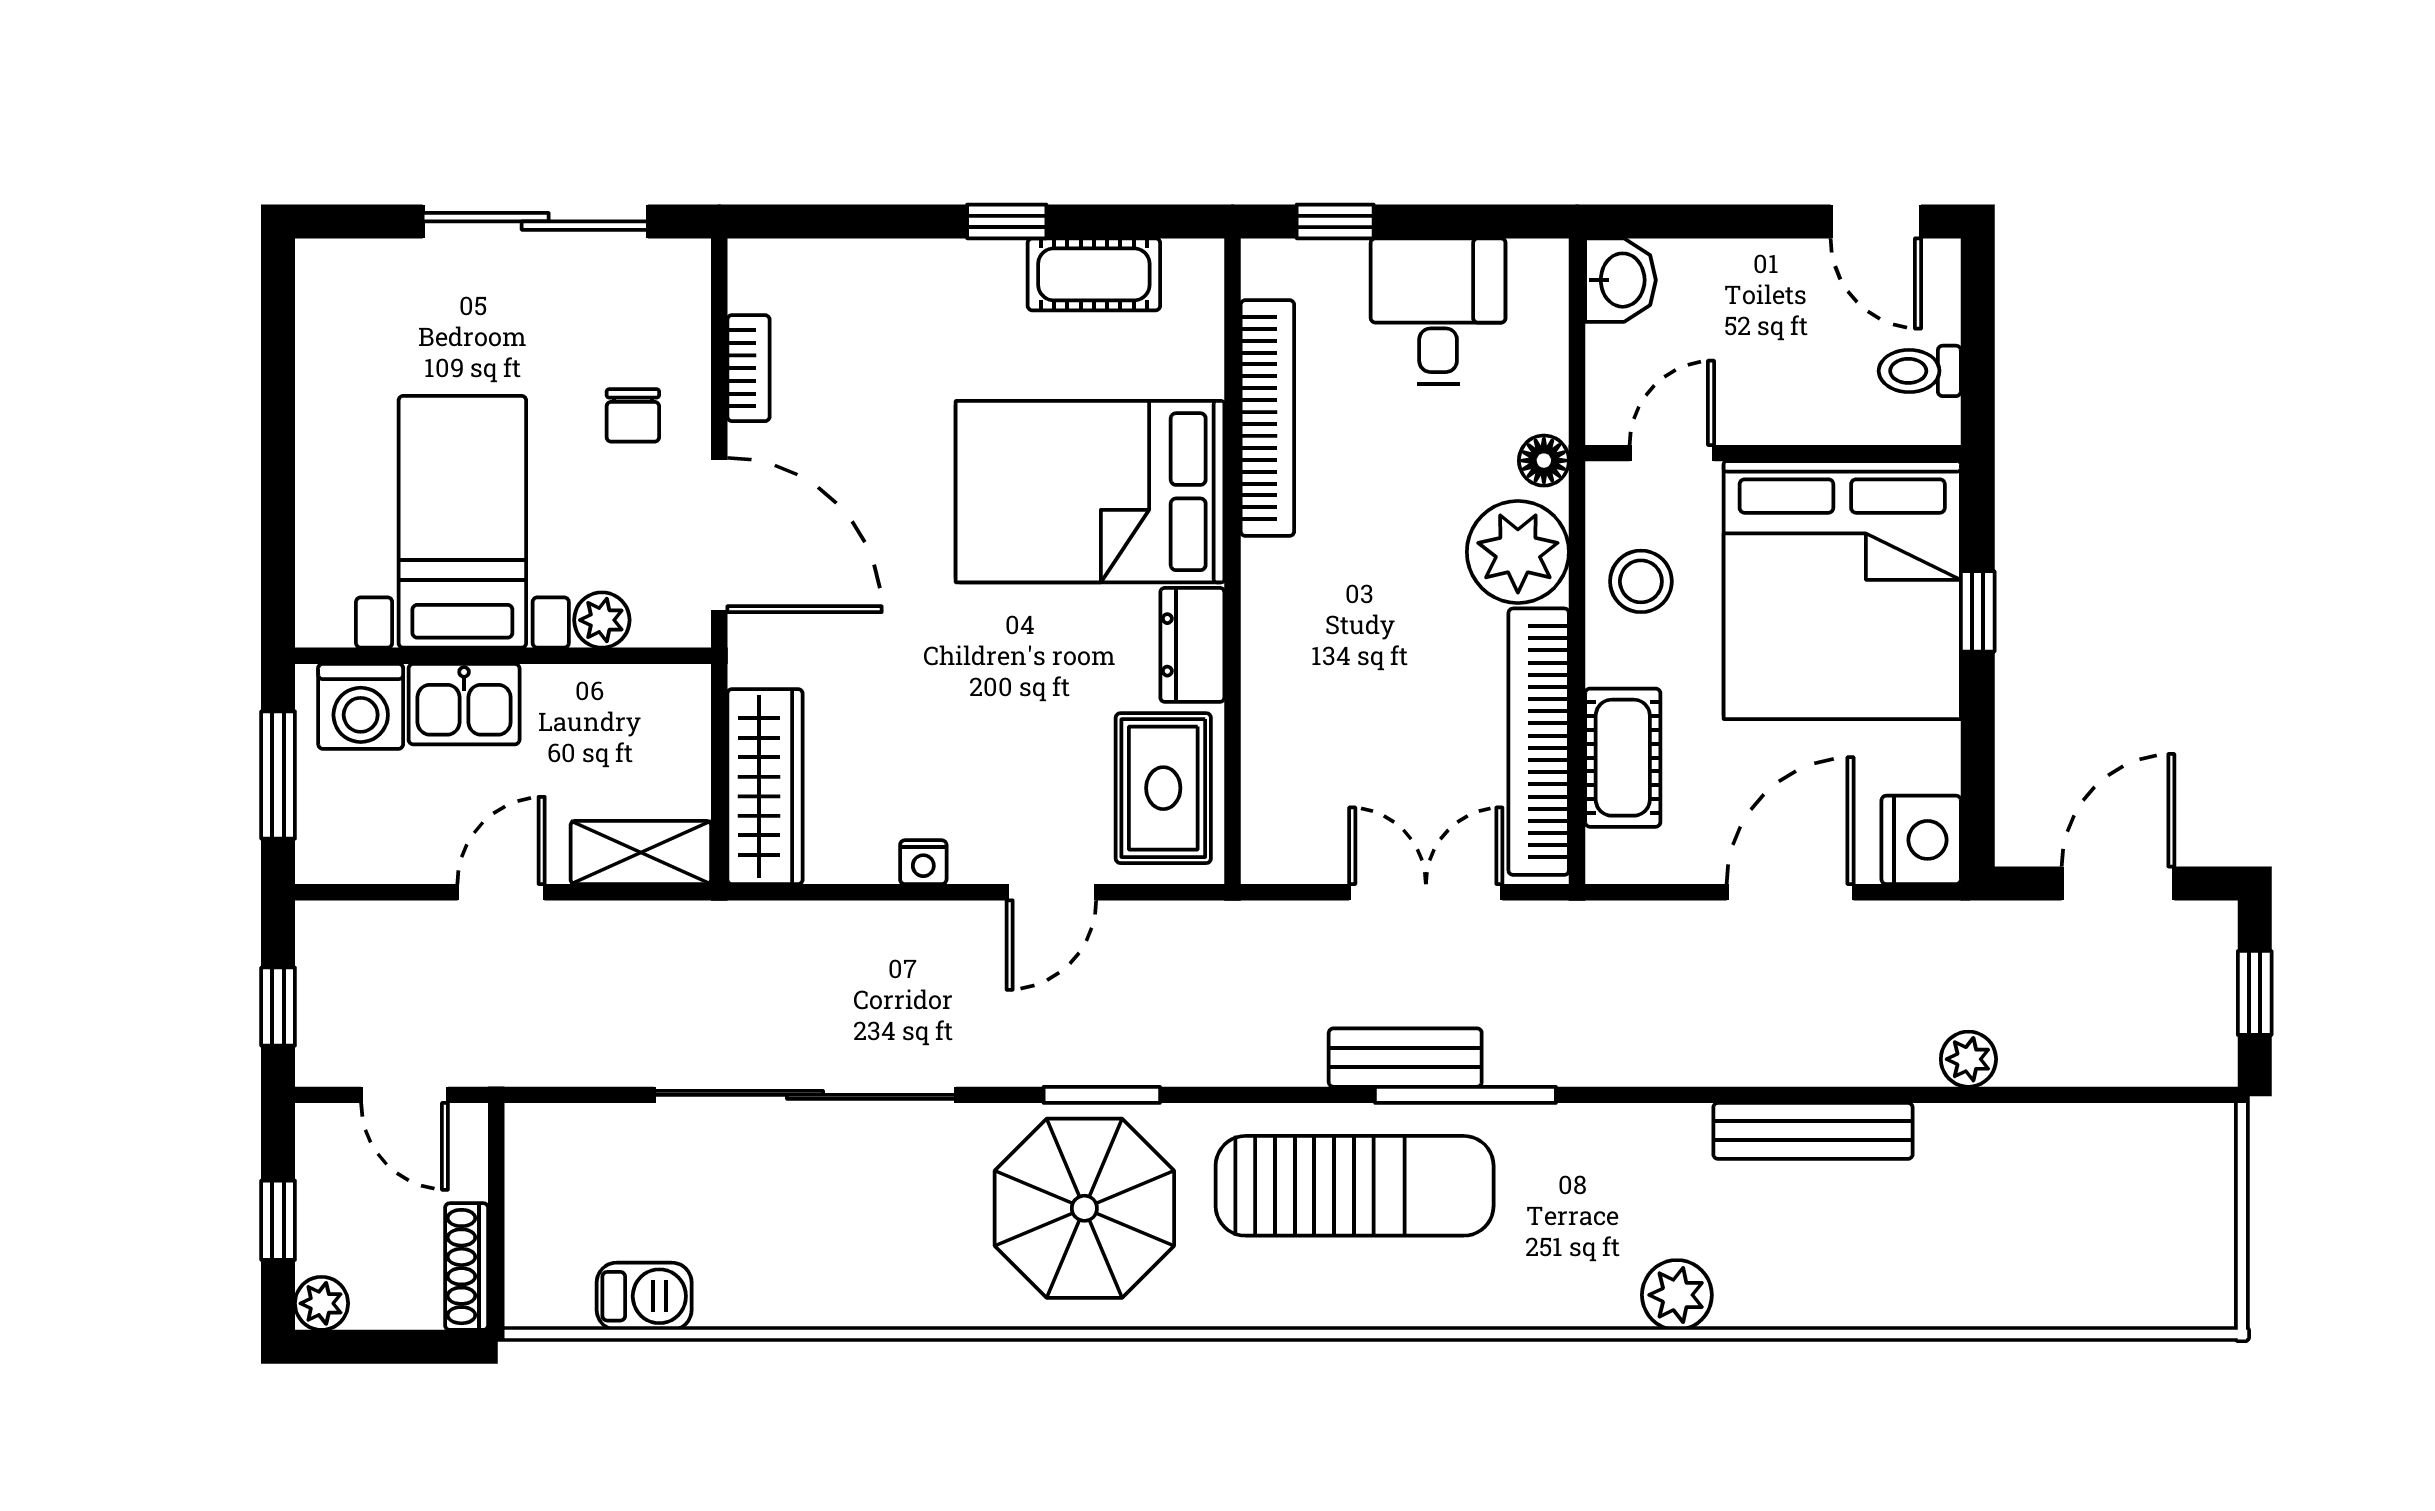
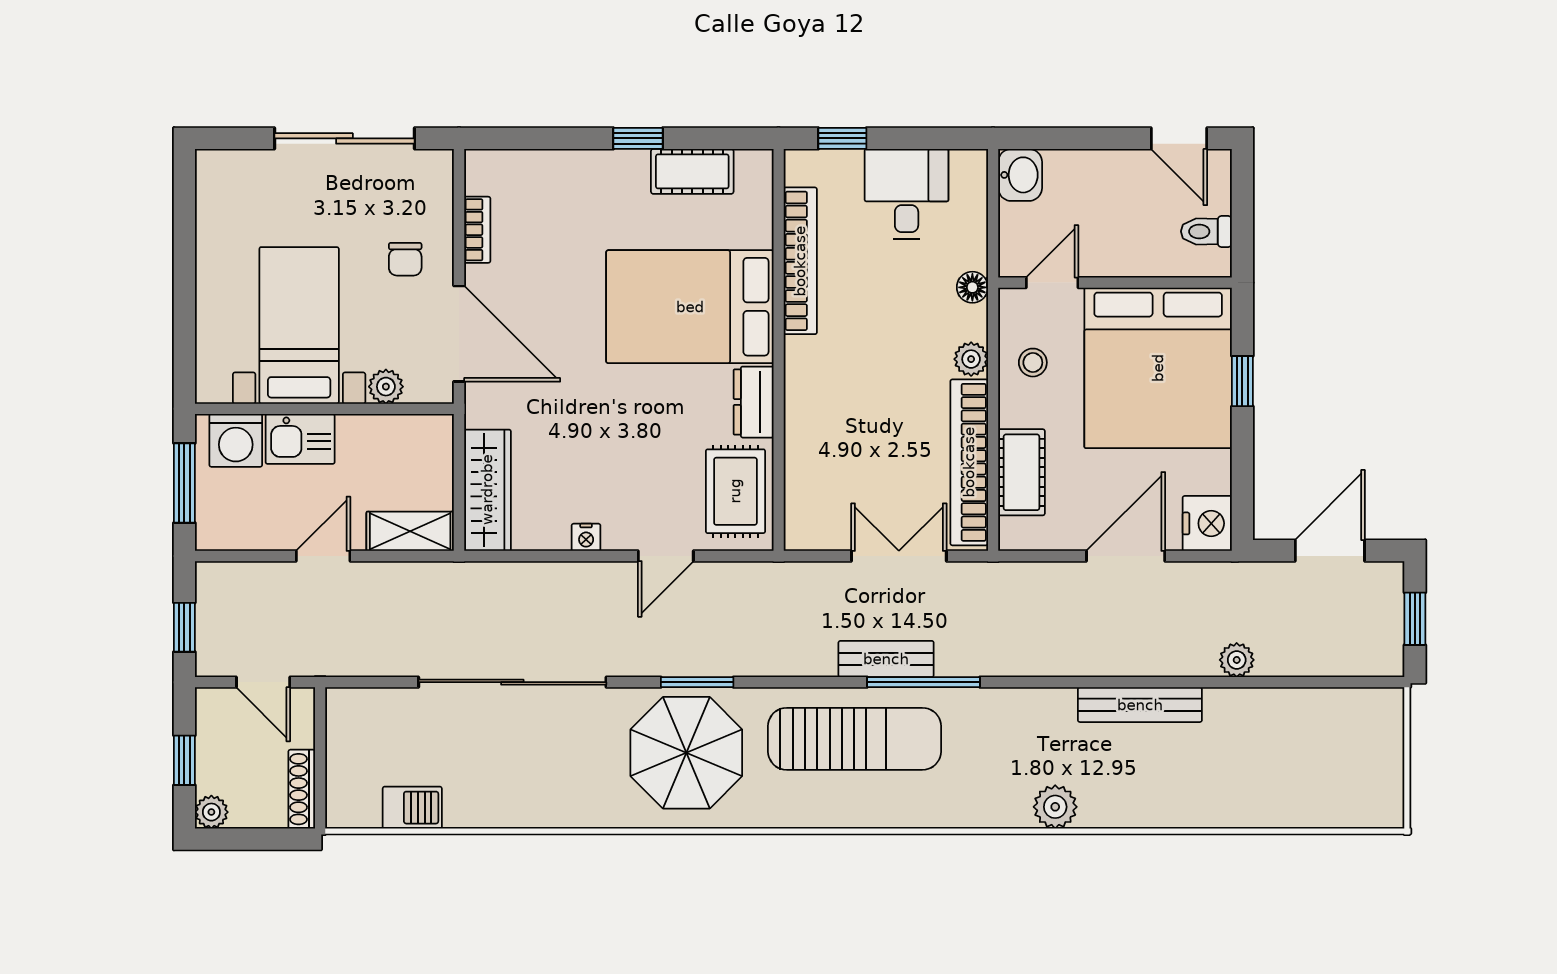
plant: (1518, 552) -> (971, 359), width x0.53, depth x0.53
stool: (1641, 581) -> (1033, 363), width x0.73, depth x0.73

